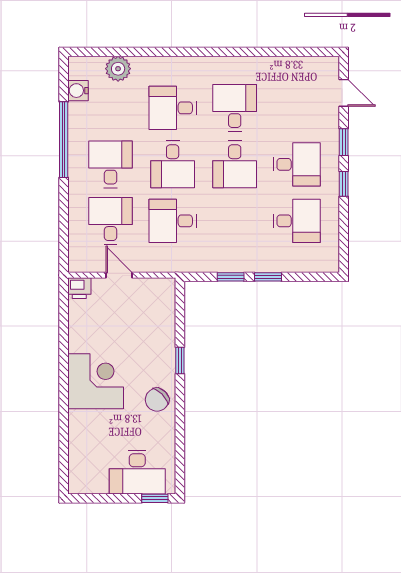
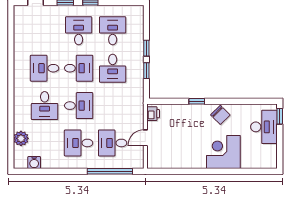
window: (64, 140) -> (110, 171), moved
desk: (173, 221) -> (113, 68), moved
printer: (79, 288) -> (153, 114), moved
corner desk: (96, 381) -> (223, 152), moved

